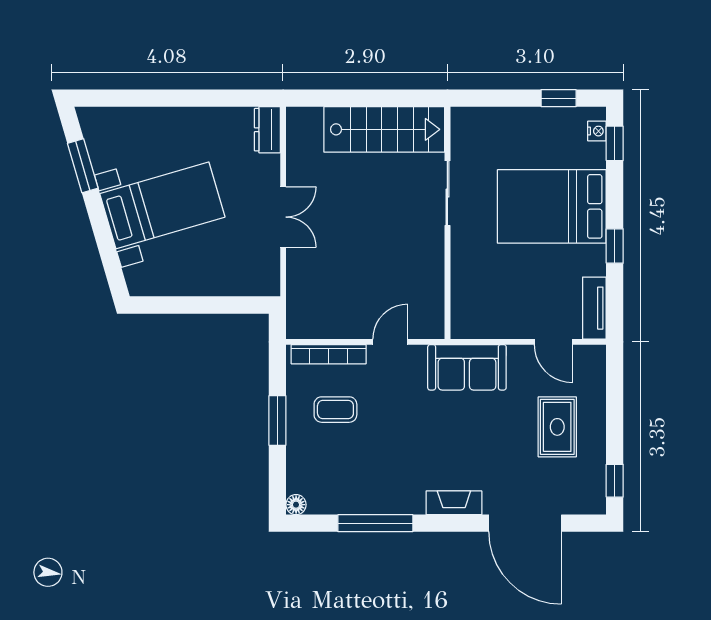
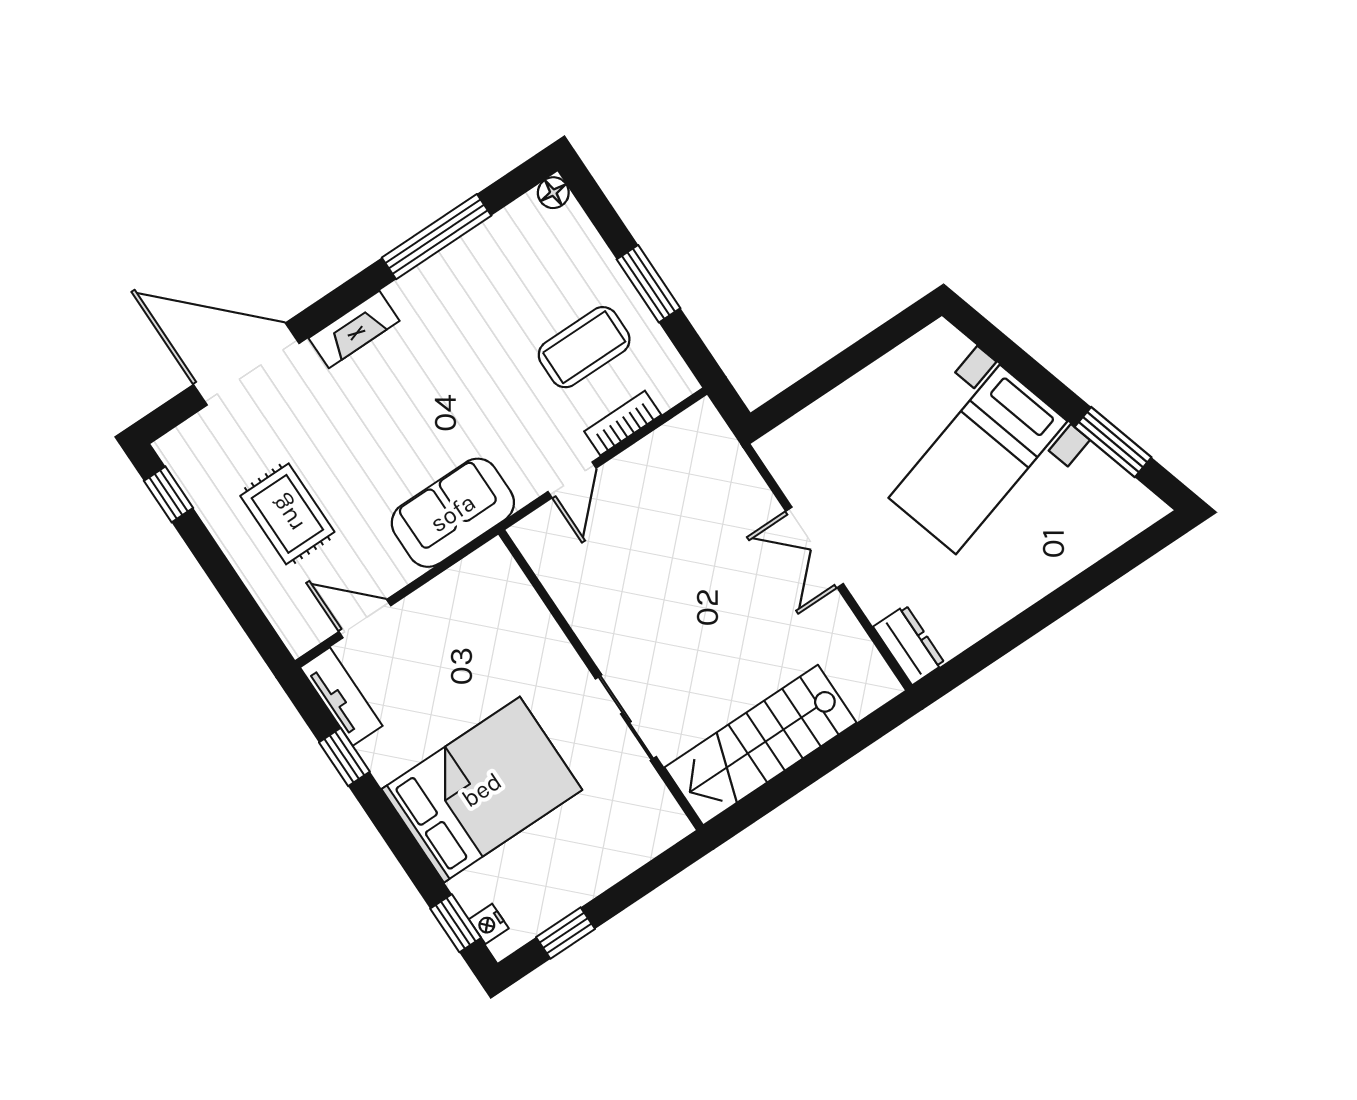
window: (615, 246) -> (344, 757), moved
bookcase: (329, 354) -> (623, 423), width x0.64
coffee table: (335, 410) -> (584, 347), width x1.36, depth x1.30

